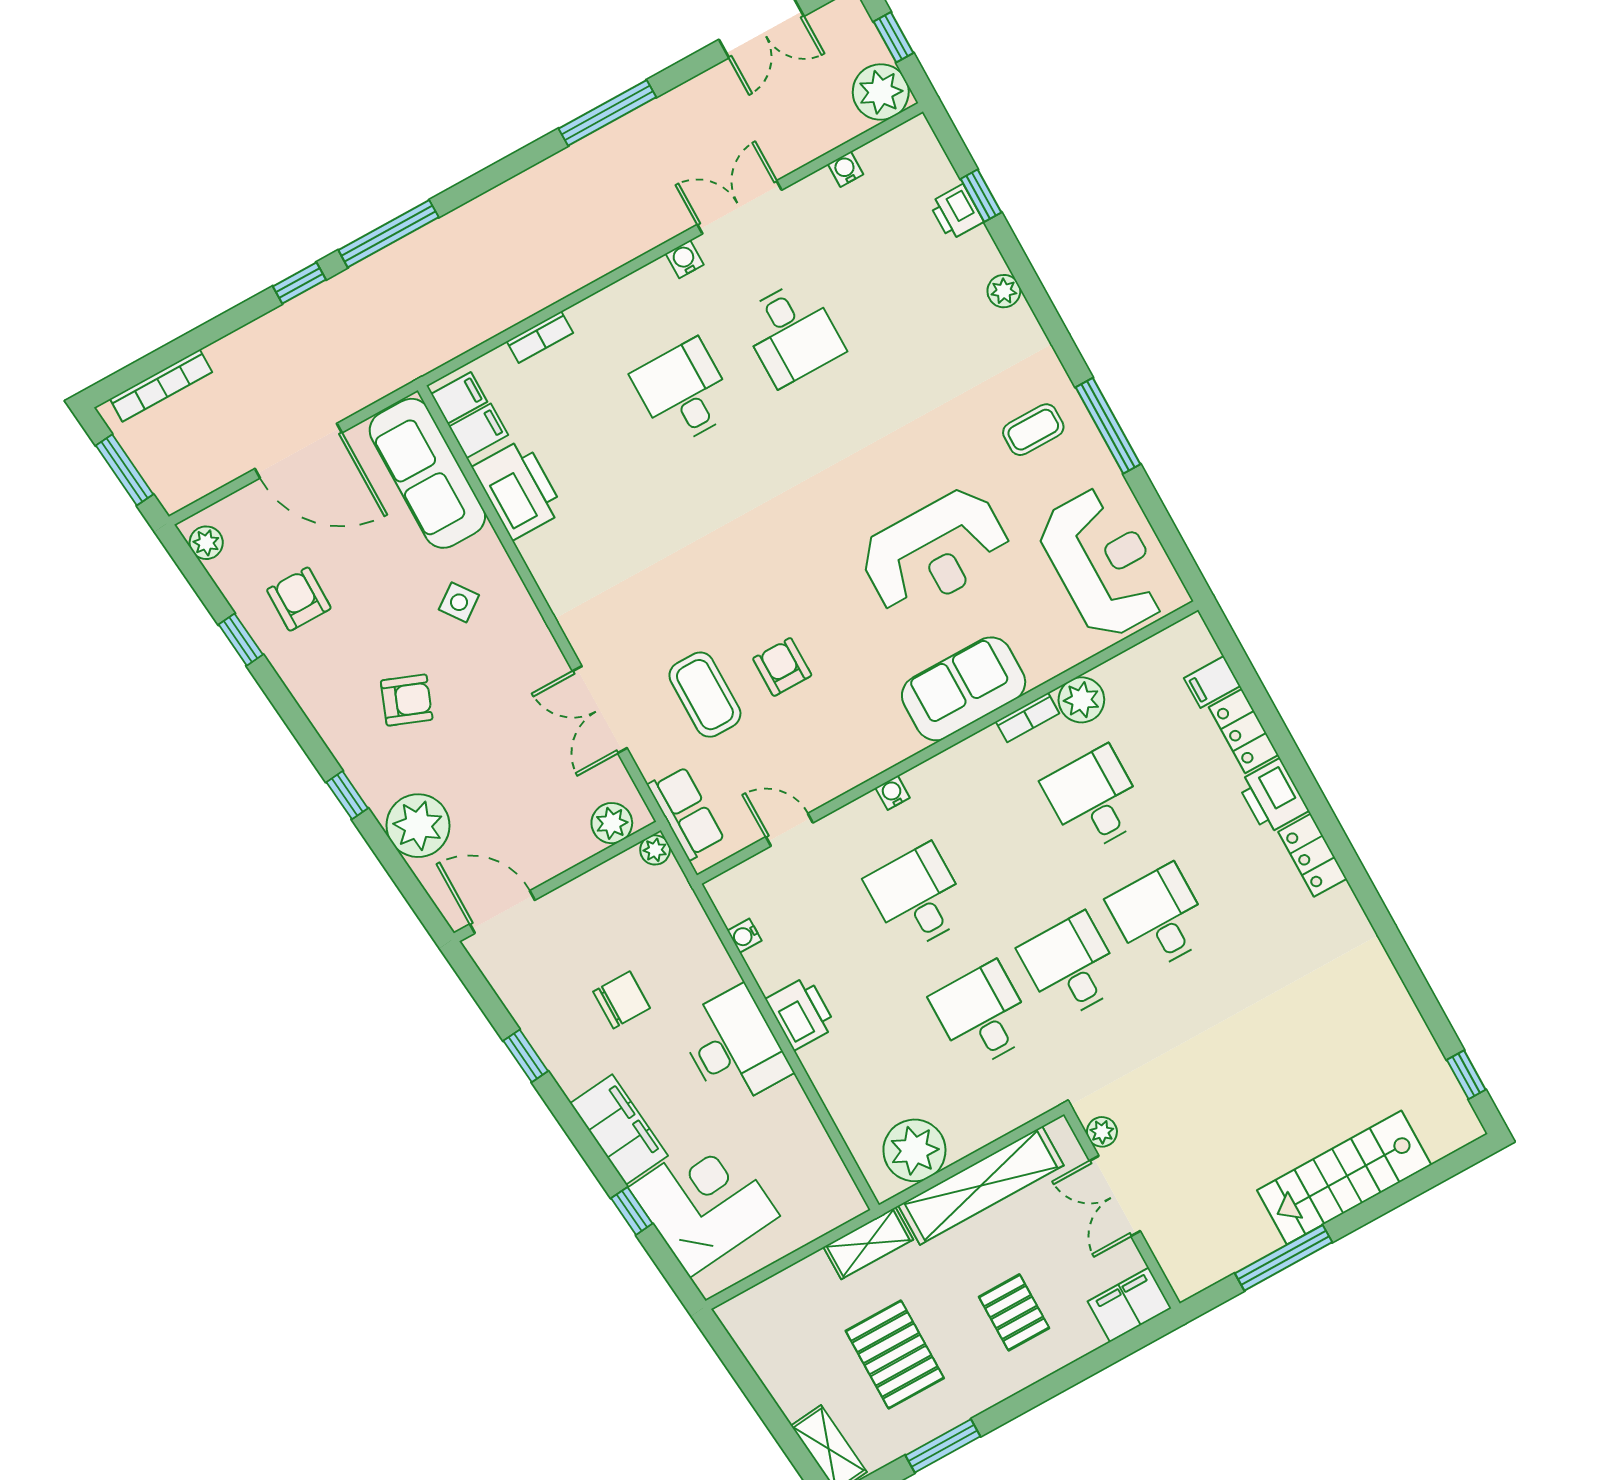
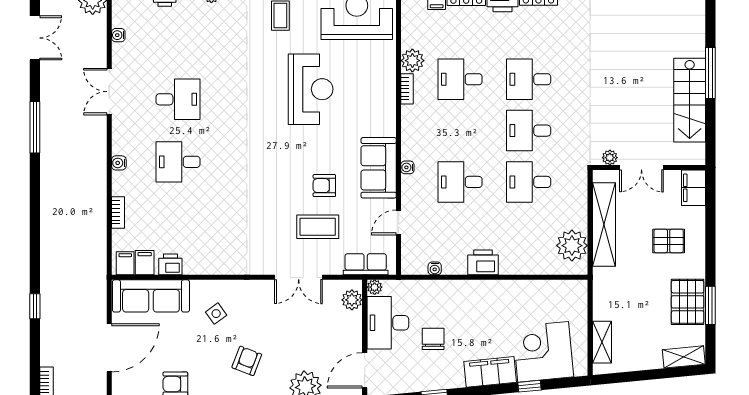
window: (388, 234) -> (35, 254), removed
water cooler: (685, 259) -> (119, 163), moved
printer: (518, 489) -> (170, 264), width x0.53, depth x0.68
sofa: (964, 689) -> (379, 168), moved
desk: (734, 1047) -> (388, 323), moved, turned -90
stairs: (1344, 1178) -> (690, 100), moved
shelving: (868, 1243) -> (602, 342), moved
window: (1283, 1258) -> (710, 73), moved
pallet: (895, 1355) -> (688, 302), moved, turned 90

